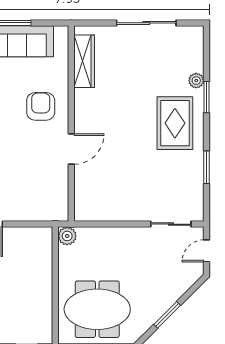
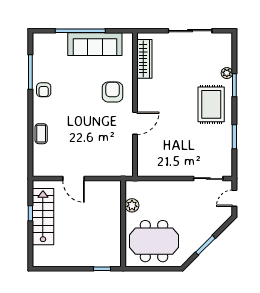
plant: (67, 236) -> (132, 205), moved

